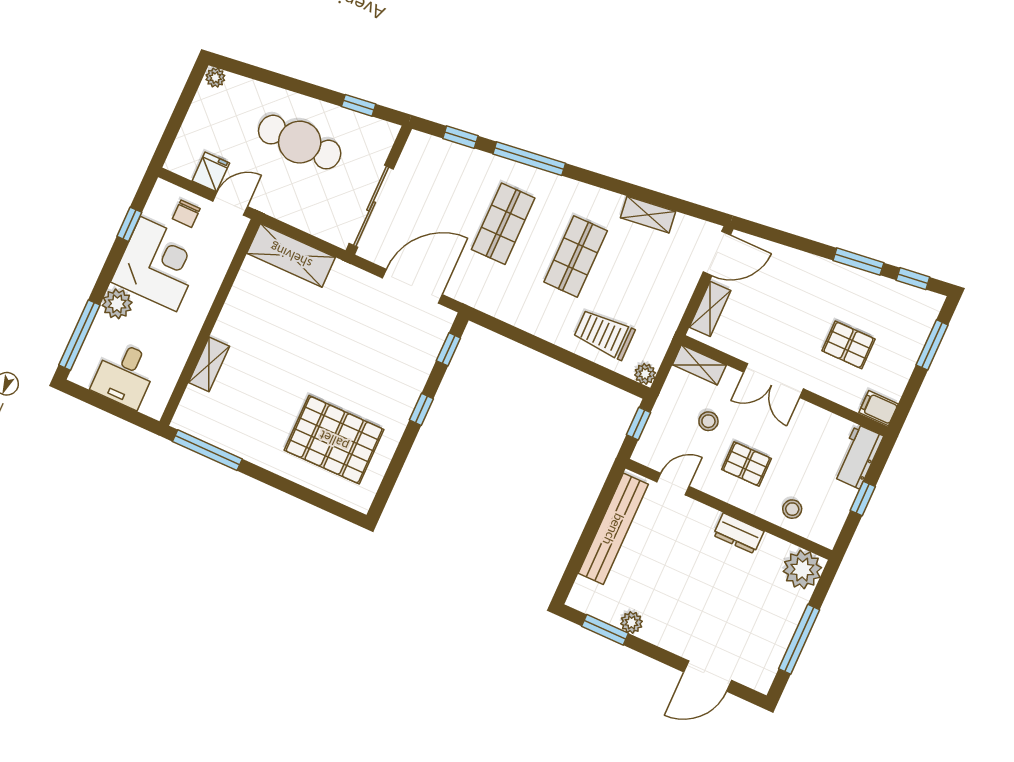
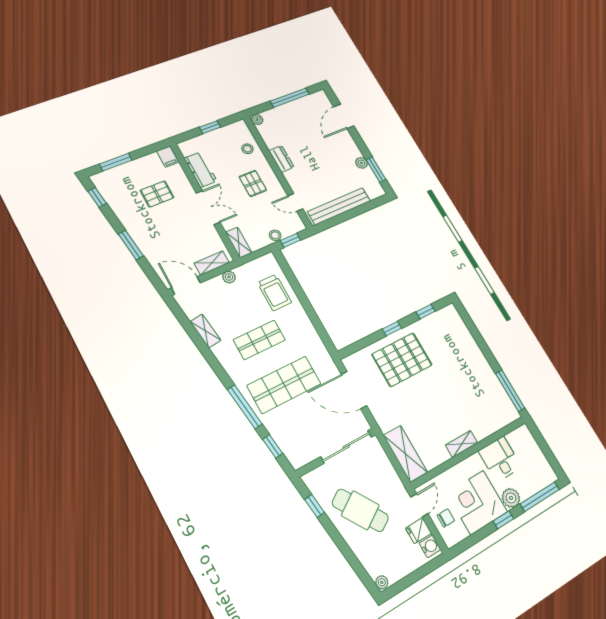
cafe table: (300, 142) -> (360, 510), turned -33
water cooler: (184, 164) -> (430, 546), added
door: (230, 204) -> (419, 505), swing flipped
window: (129, 224) -> (503, 520), moved
shop shelf: (503, 224) -> (284, 385), width x1.43, depth x1.36
window: (858, 262) -> (131, 245), moved
pallet: (849, 345) -> (157, 194), turned 90
window: (448, 349) -> (426, 312), moved
shelving: (209, 364) -> (462, 444), moved
plant: (645, 374) -> (229, 277), moved
desk: (125, 375) -> (500, 459), moved, turned -90
stool: (708, 421) -> (275, 235), moved
pallet: (334, 440) -> (402, 360), moved, turned 90
workbench: (858, 456) -> (201, 170), moved, turned -90
plant: (802, 569) -> (257, 120), width x0.53, depth x0.53
door: (708, 676) -> (344, 116), swing flipped

